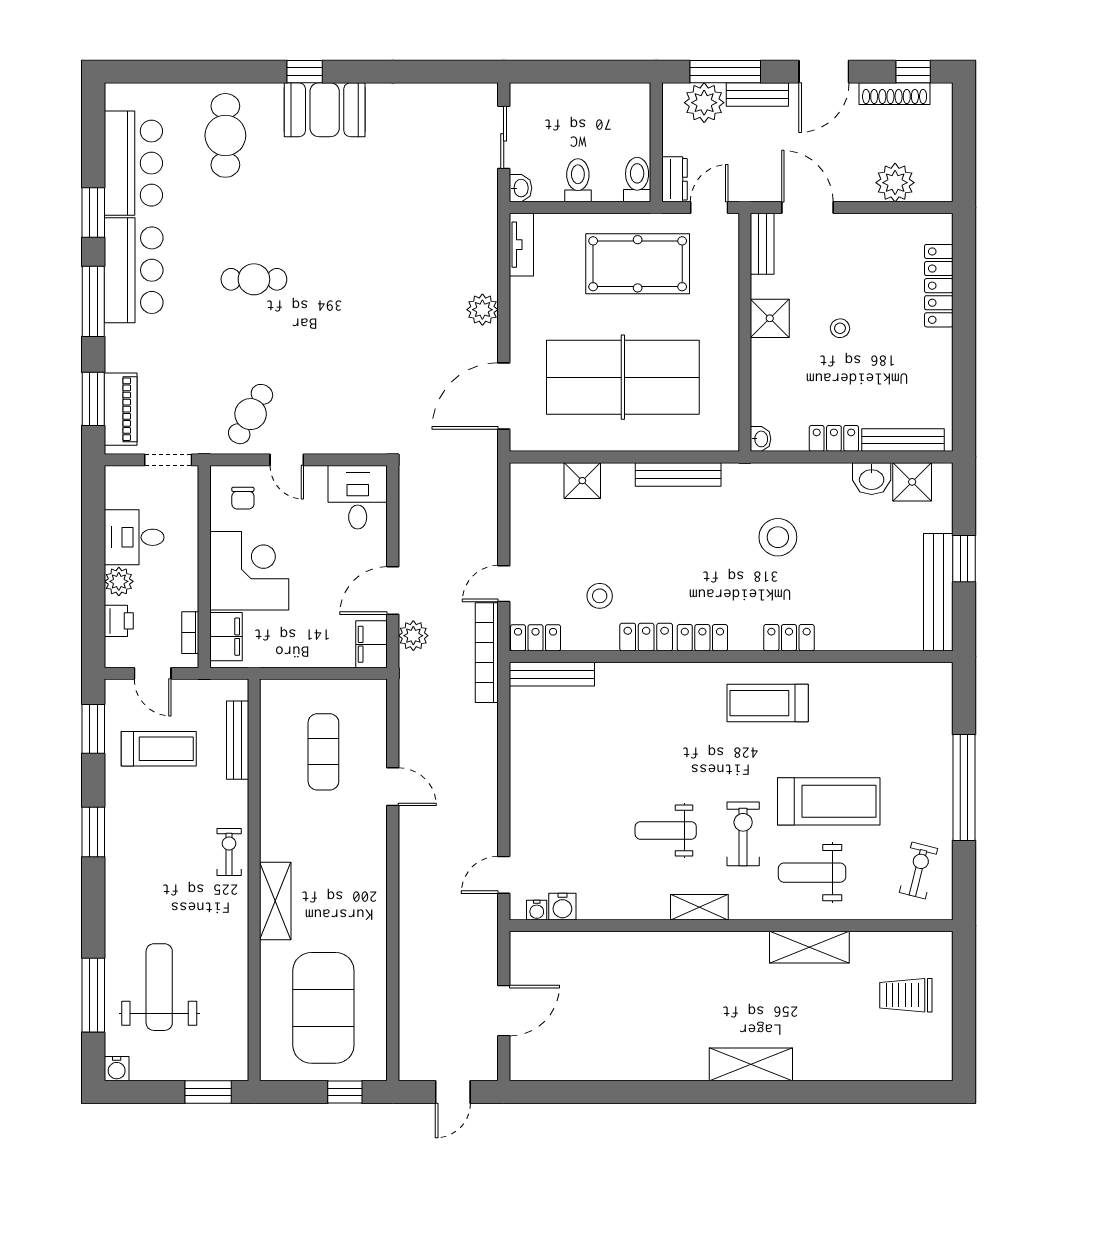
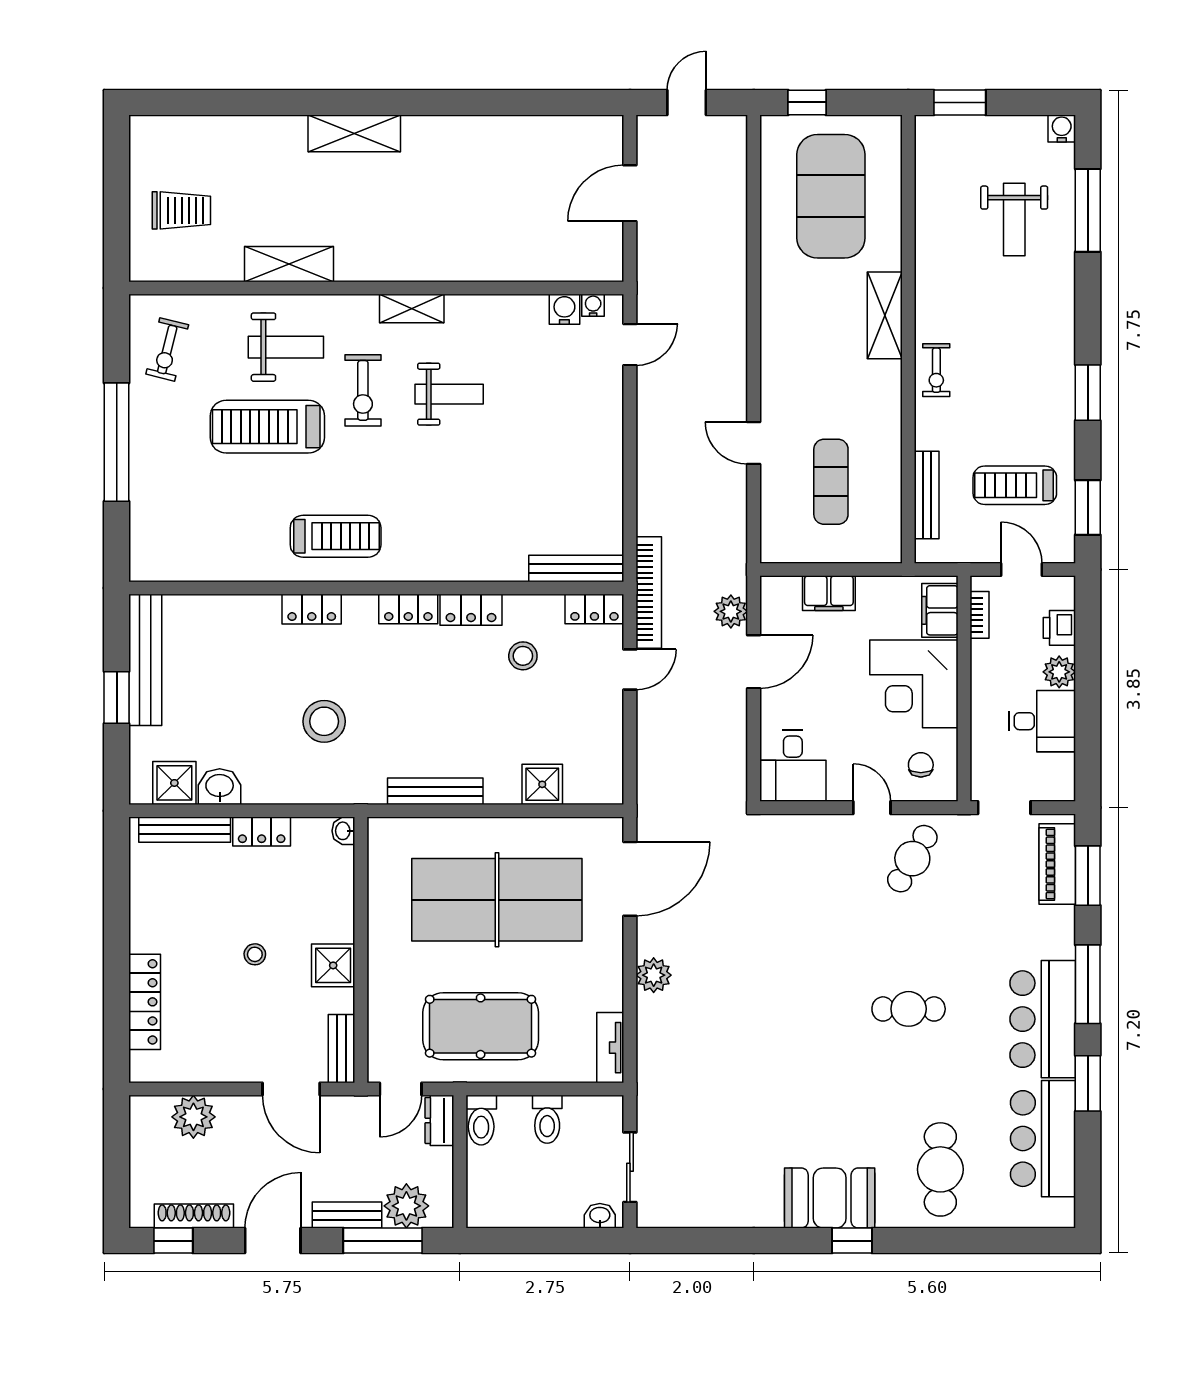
washbasin: (520, 188) -> (600, 1216), moved, turned 90
filing cabinet: (372, 644) -> (829, 593), moved, turned 90
weight bench: (159, 987) -> (1014, 219), width x0.73, depth x0.75

